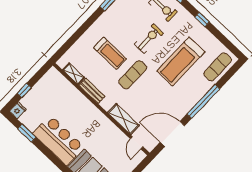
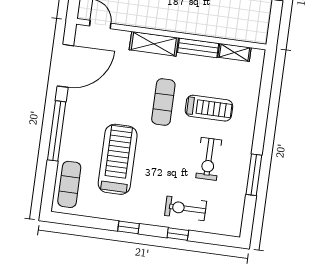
exercise bike: (149, 39) -> (209, 159), moved
treadmill: (110, 53) -> (209, 108), turned 180
shelving: (123, 119) -> (154, 44), moved

